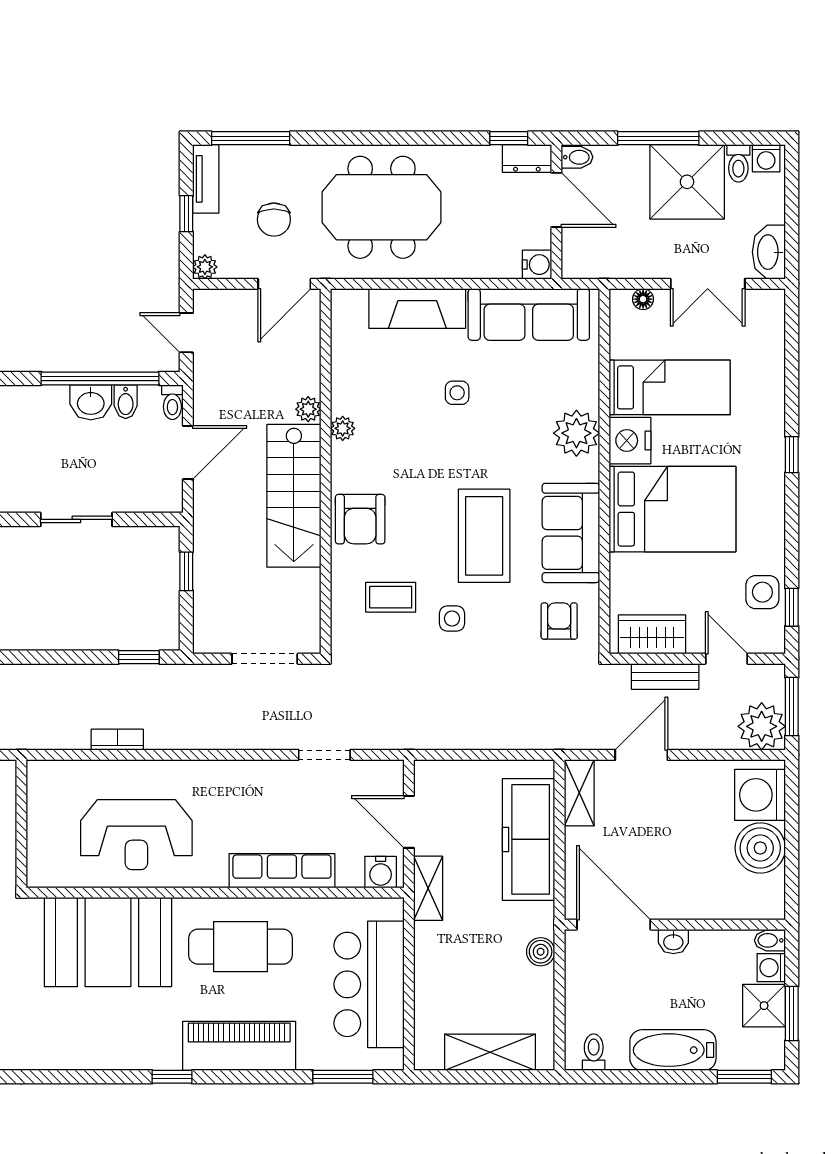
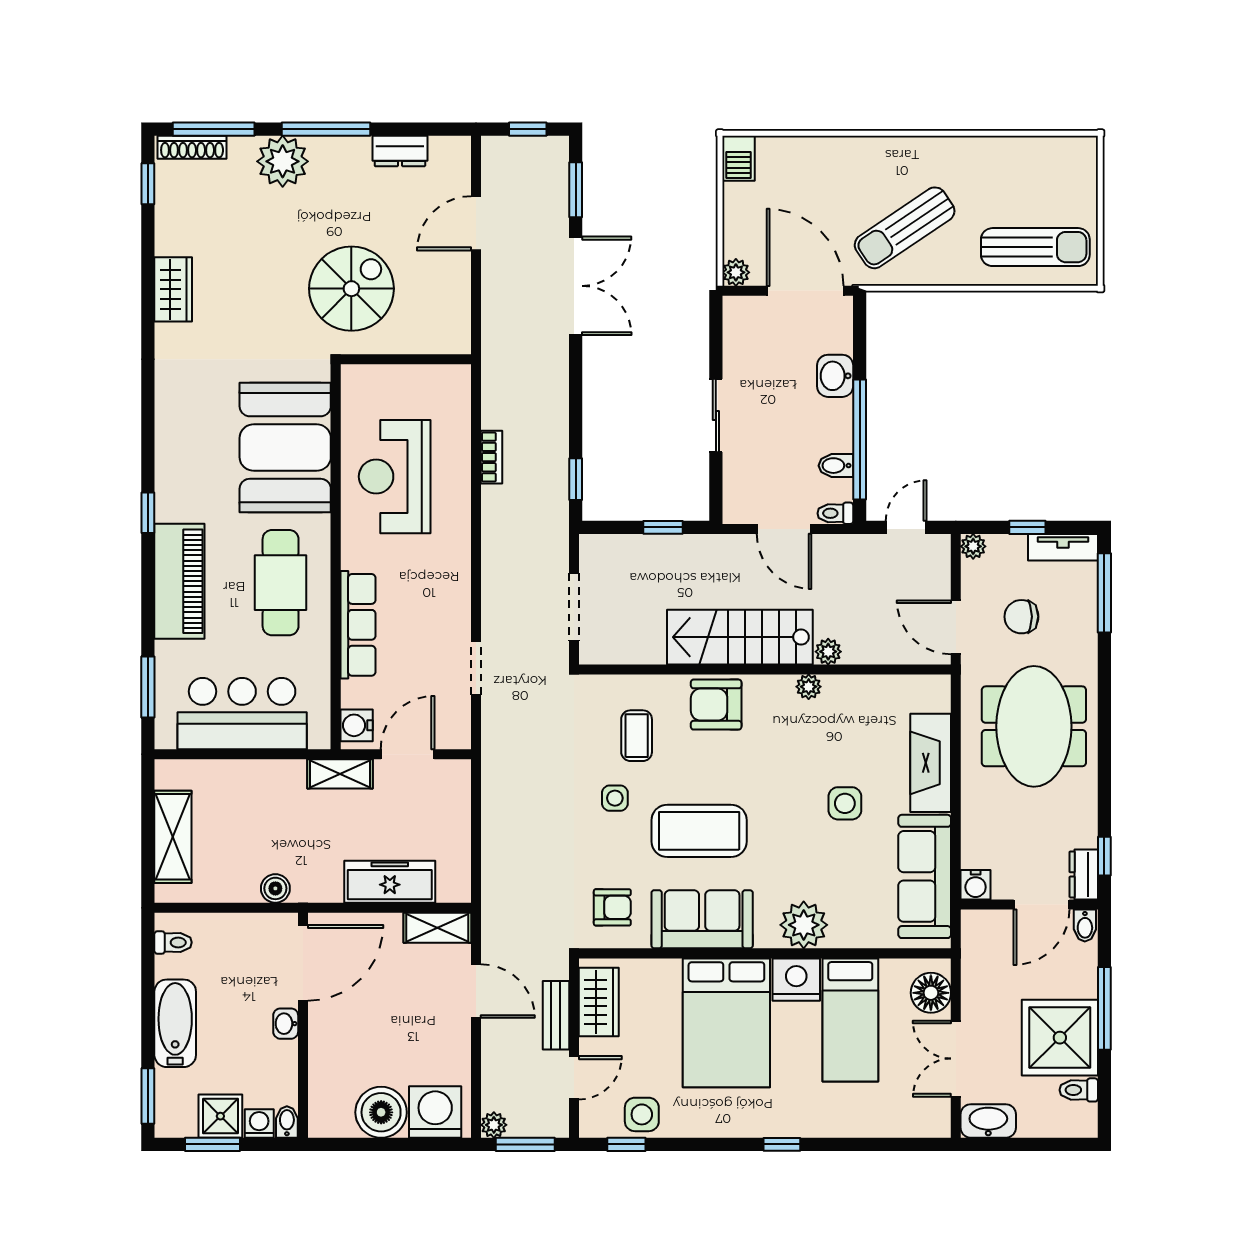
washing machine: (766, 158) -> (1084, 1118), removed
floor lamp: (643, 299) -> (931, 993), width x1.89, depth x1.89
side table: (457, 393) -> (845, 803), width x1.37, depth x1.37
washbasin: (91, 402) -> (835, 376), moved
plant: (762, 726) -> (494, 1125), width x0.53, depth x0.53
freezer: (529, 839) -> (390, 882), width x0.73, depth x0.79

